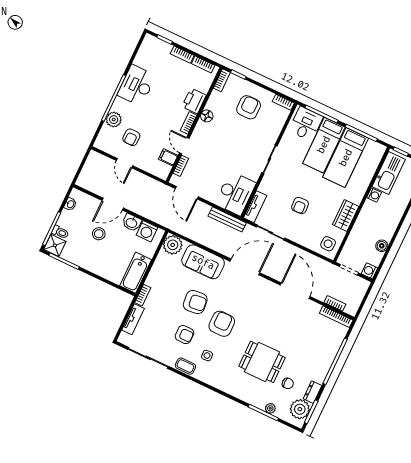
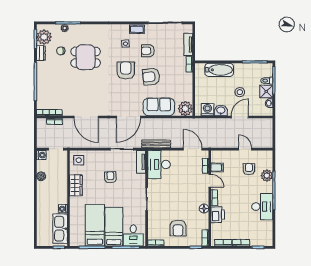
shower: (55, 245) -> (266, 91), moved
bathtub: (136, 273) -> (219, 70), moved, turned 90
armchair: (222, 324) -> (126, 70), turned 180

